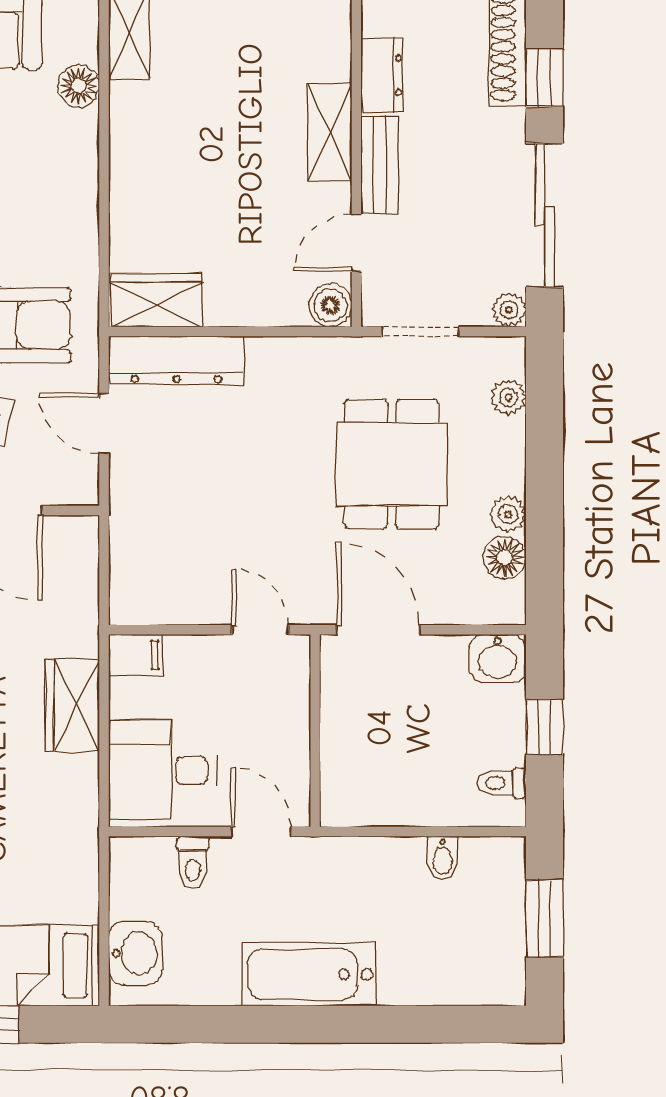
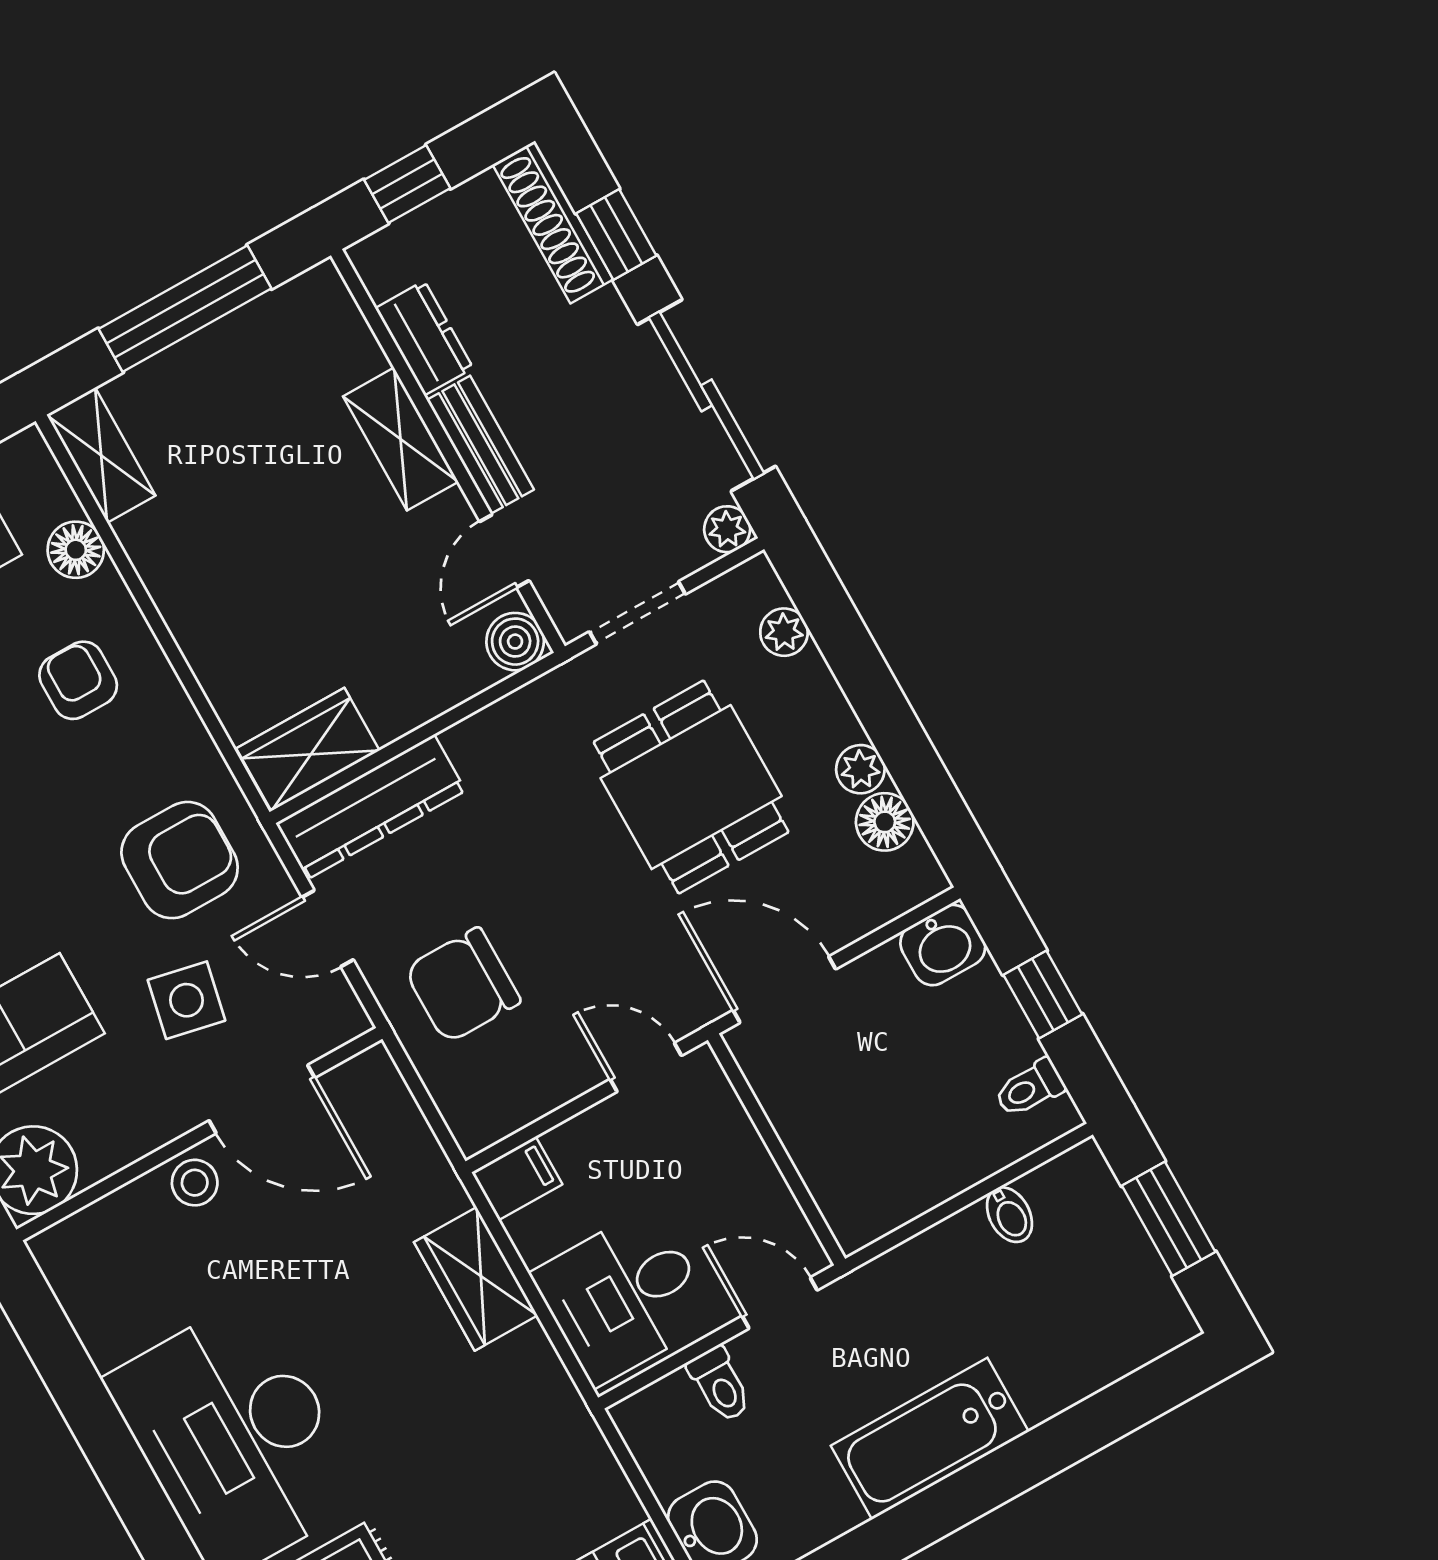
armchair: (33, 171) -> (78, 680), added
chair: (171, 510) -> (463, 985), added

